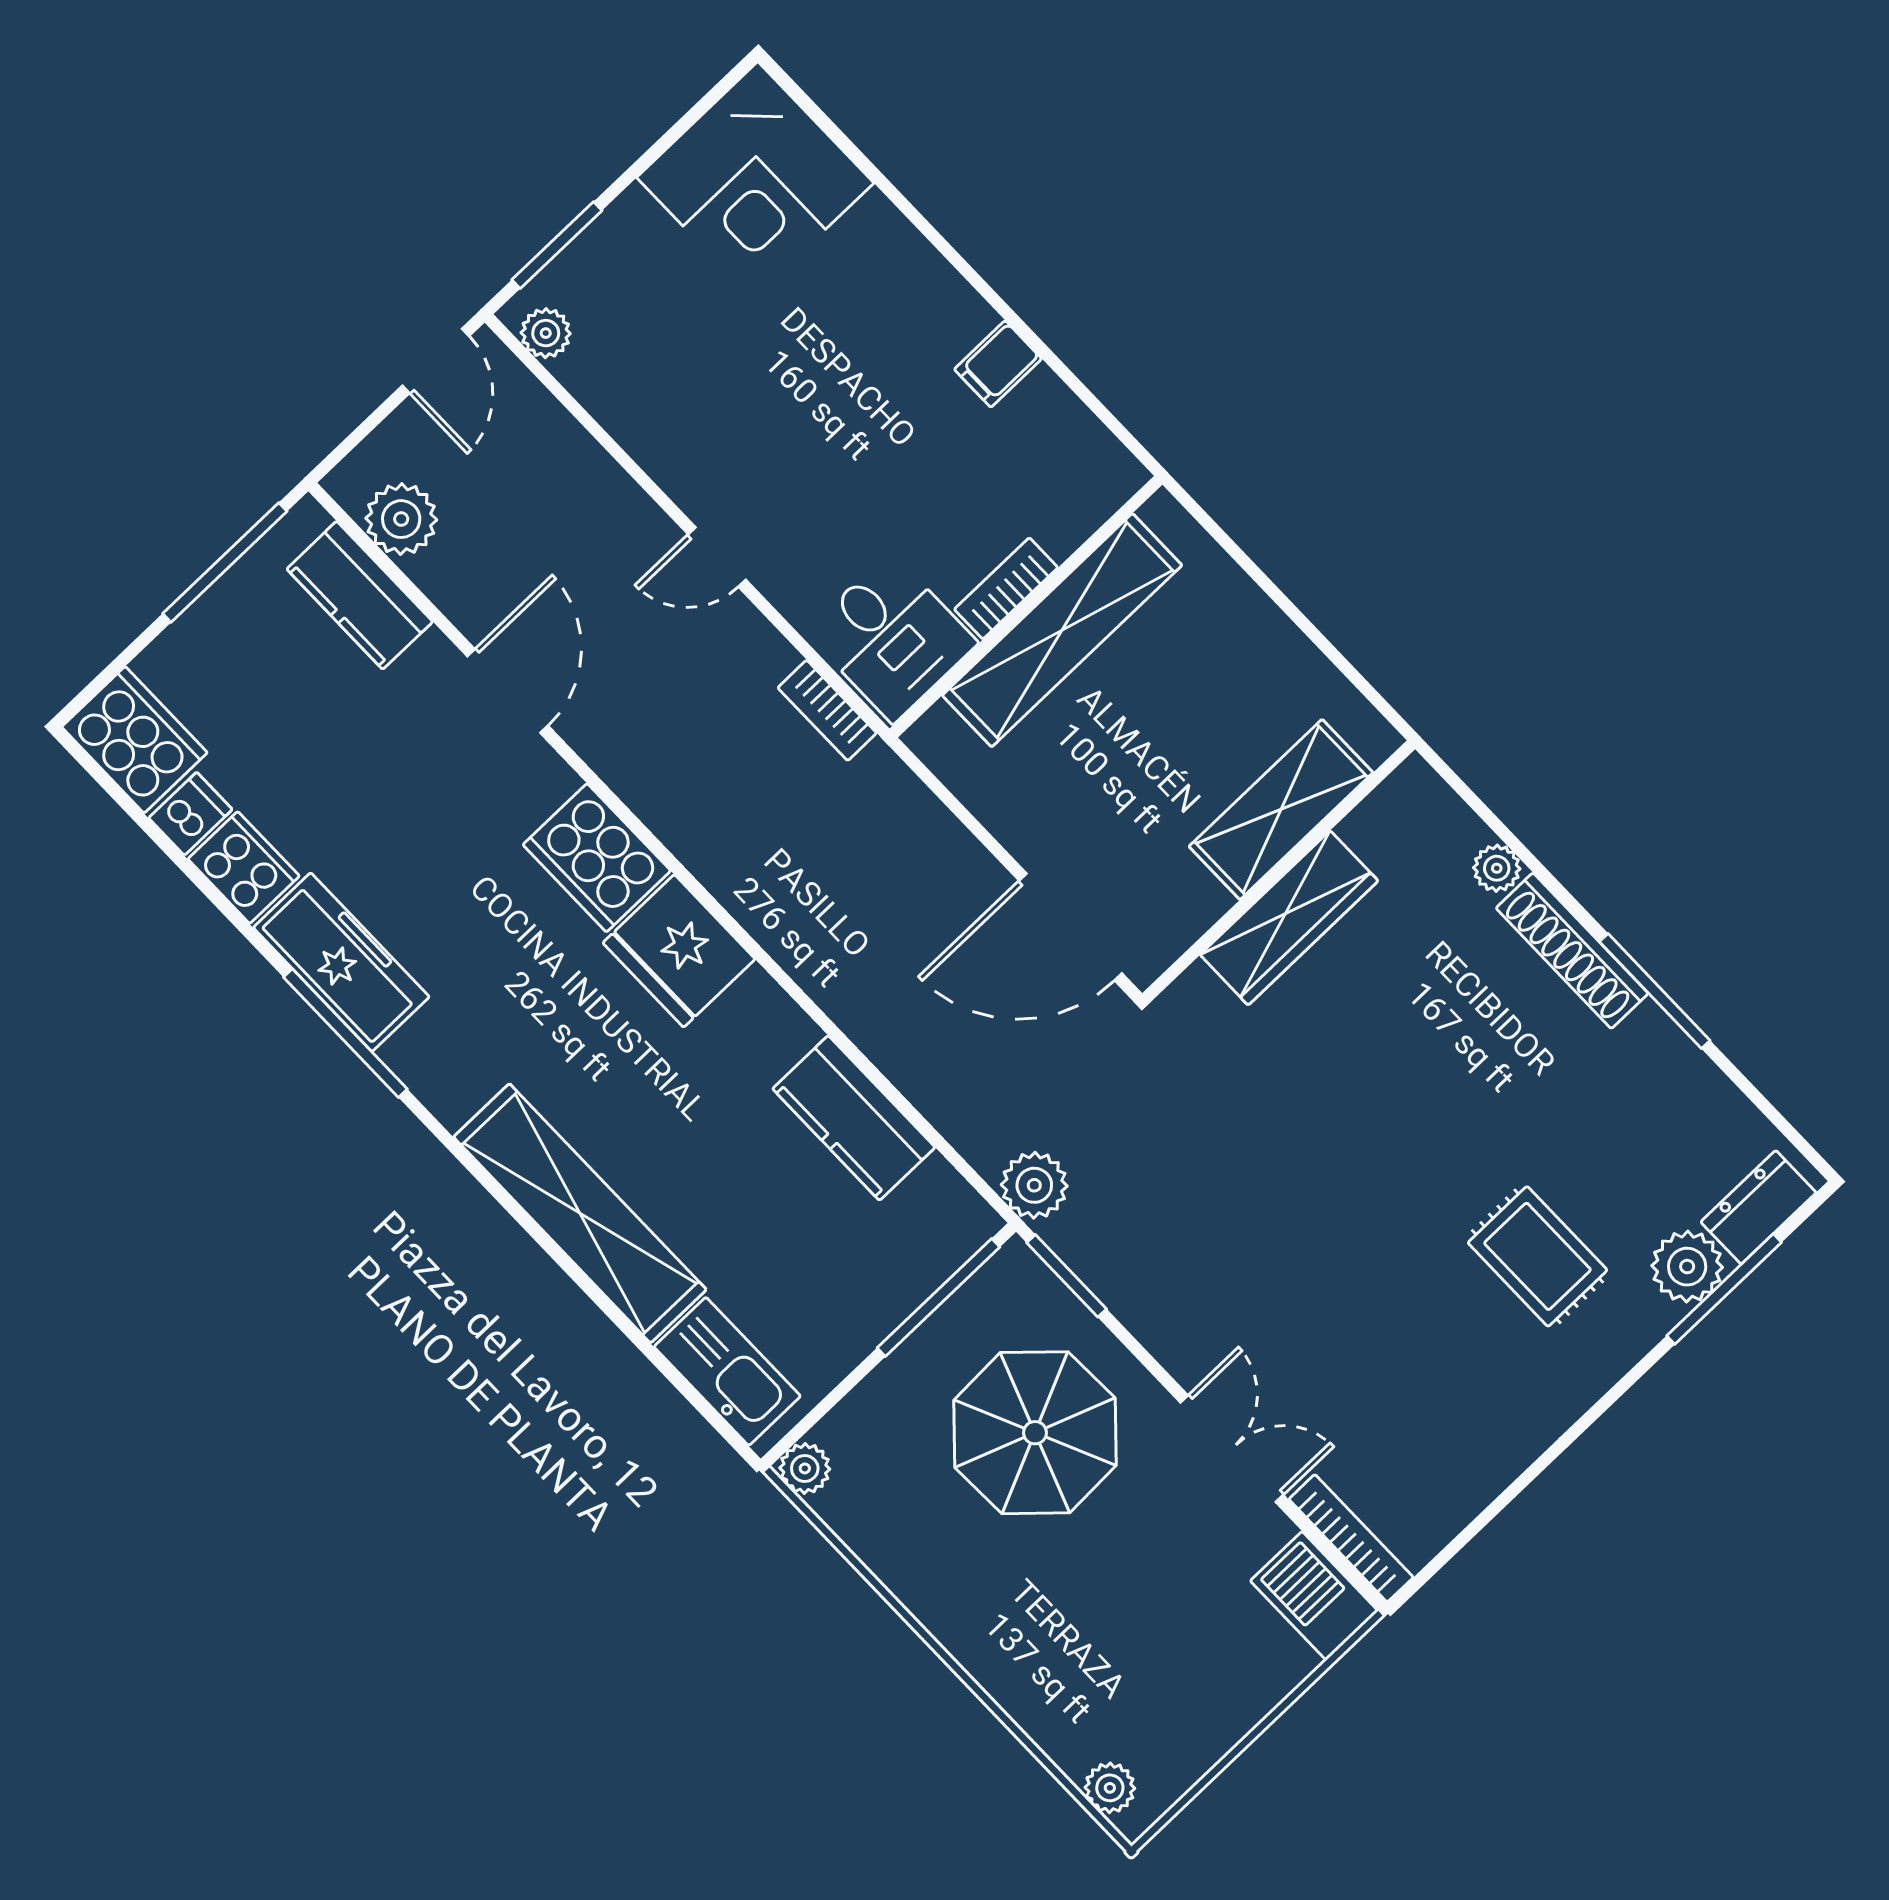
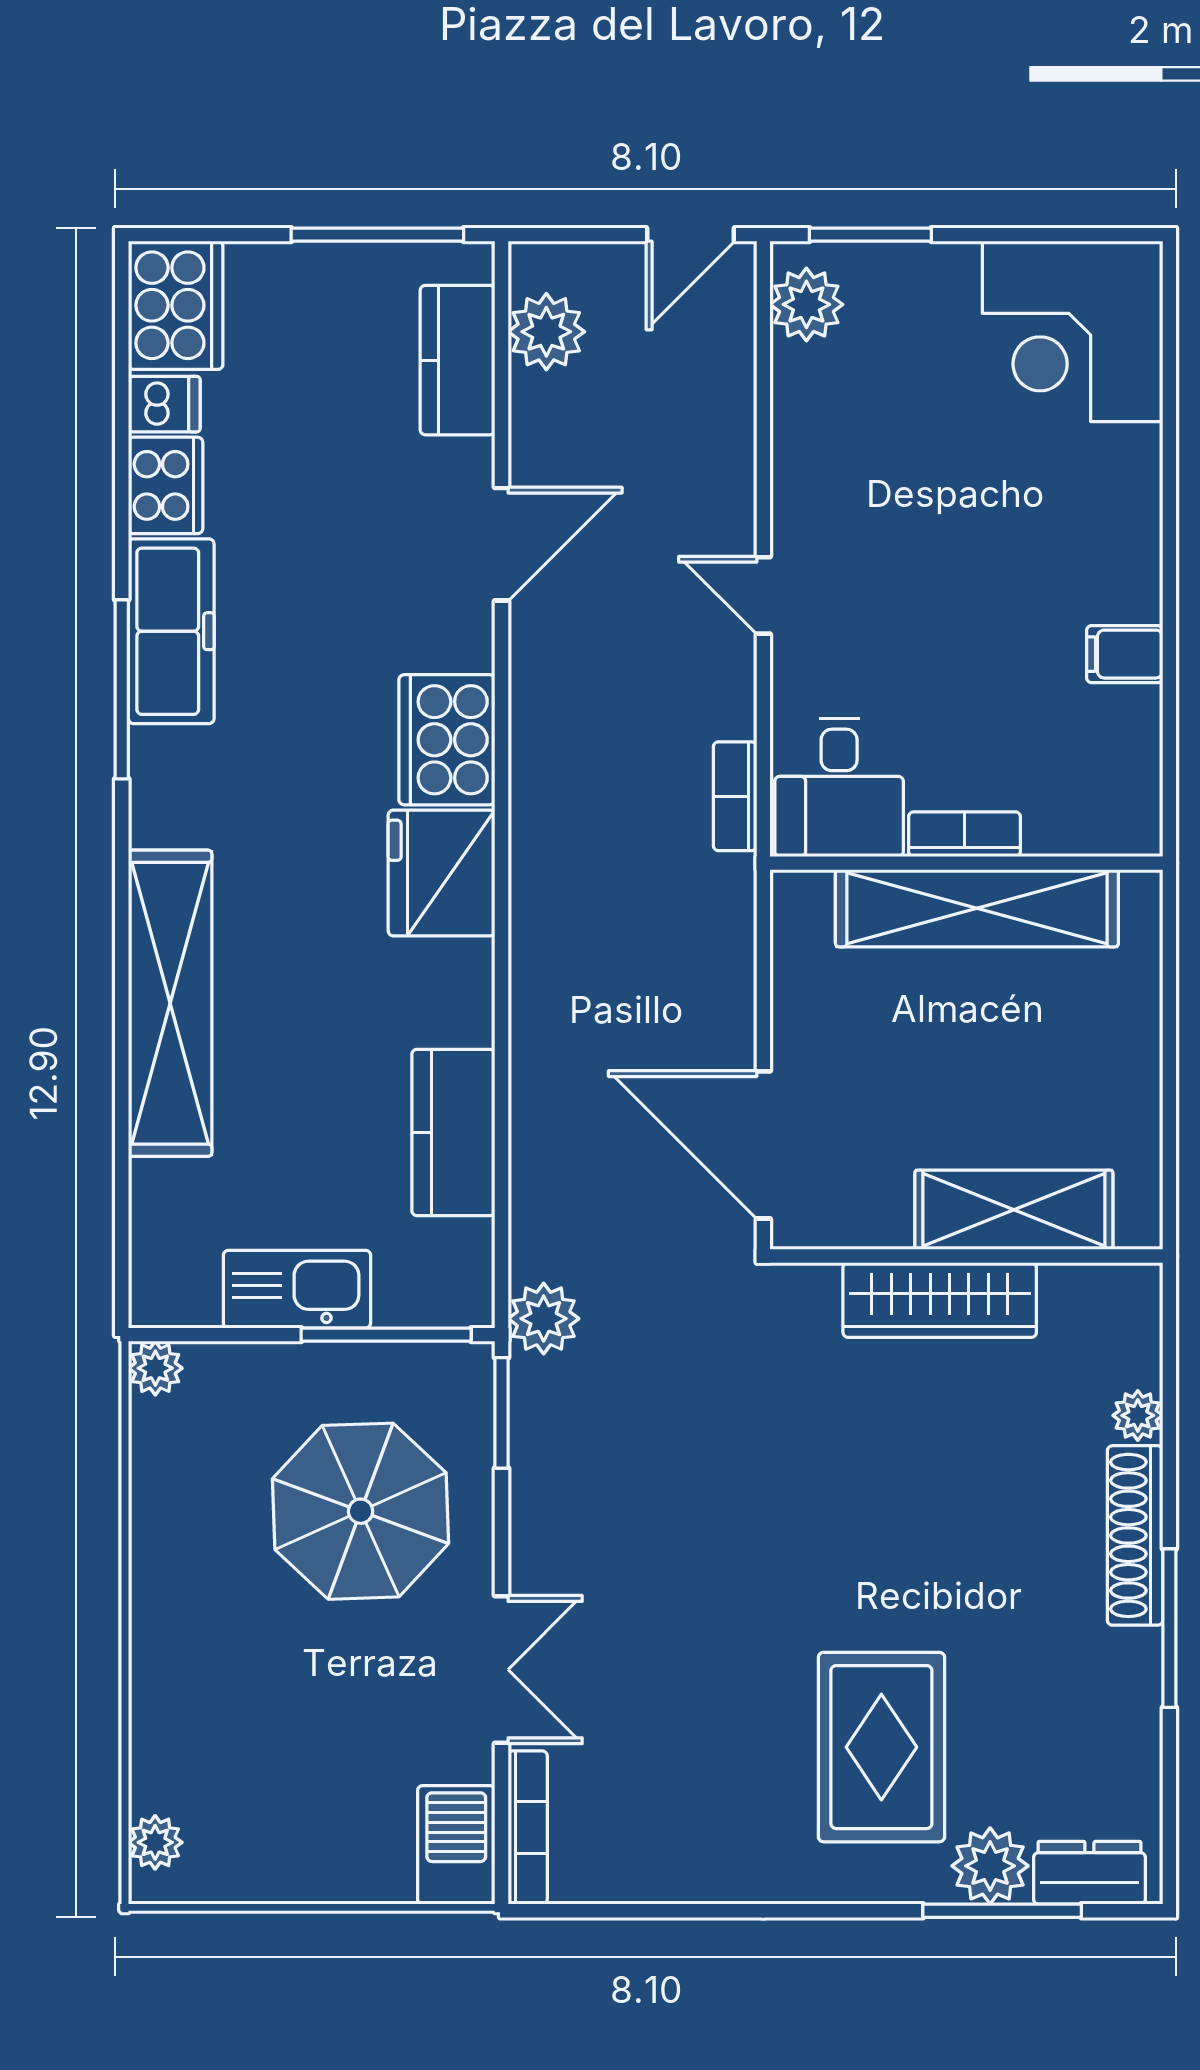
plant: (546, 333) -> (806, 304), width x1.38, depth x1.38
rug: (1538, 1256) -> (881, 1747), width x1.36, depth x1.43
kitchen sink: (727, 1371) -> (297, 1289), moved, turned -90

